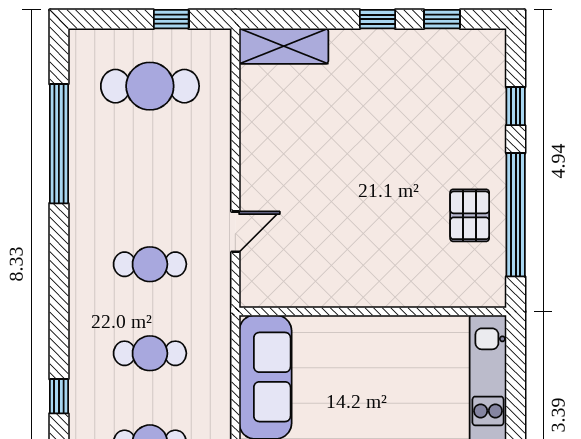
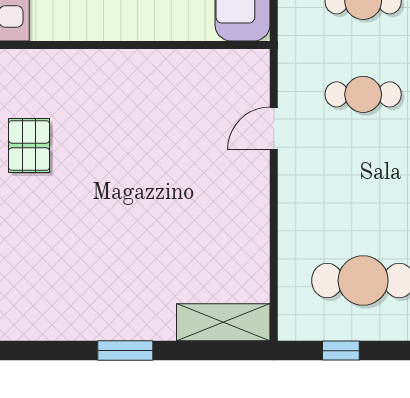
window: (378, 19) -> (125, 351), width x1.50
window: (442, 19) -> (58, 351), removed

